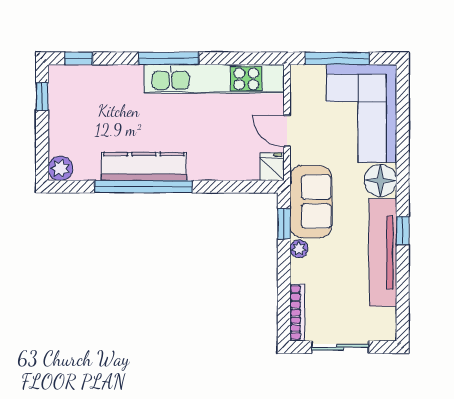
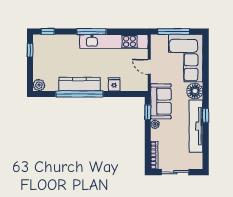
fridge: (272, 167) -> (114, 84), moved

